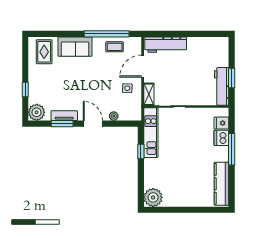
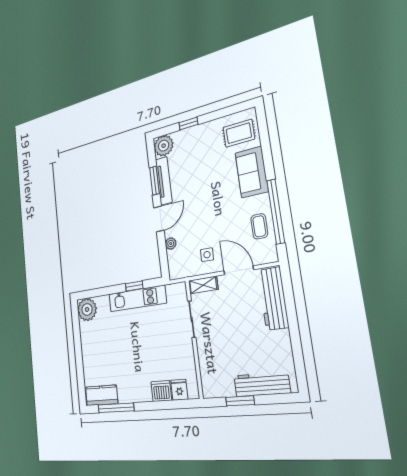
workbench: (222, 86) -> (262, 384), moved
tv unit: (64, 116) -> (164, 181), width x1.41
kitchen unit: (151, 133) -> (137, 299), moved
window: (232, 149) -> (116, 408), moved
kitchen counter: (222, 184) -> (102, 395), width x0.67

